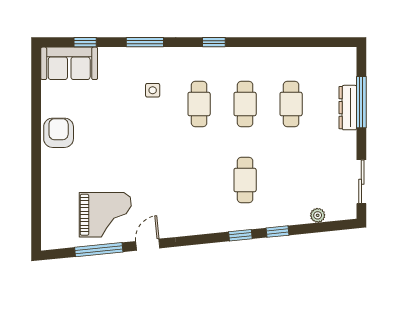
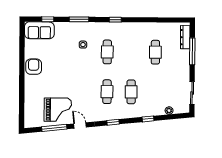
cafe table: (245, 104) -> (107, 92), moved
dresser: (348, 108) -> (185, 37), moved
window: (240, 235) -> (113, 122), moved
door: (148, 245) -> (80, 125), hinge flipped

